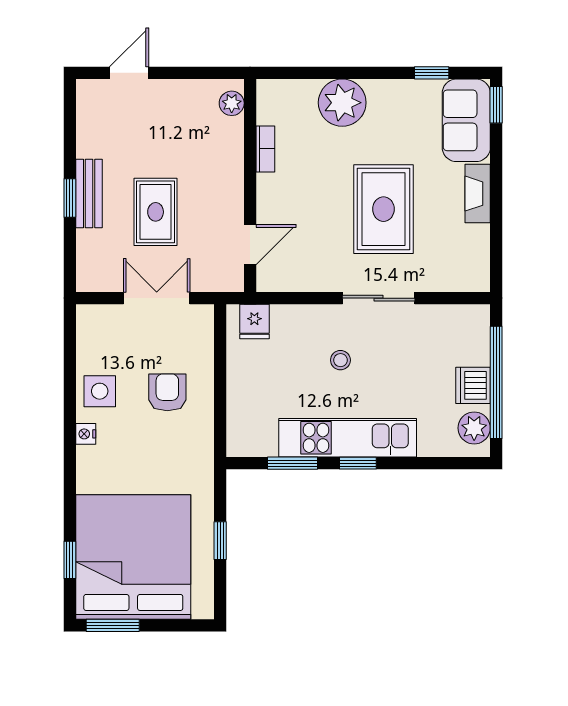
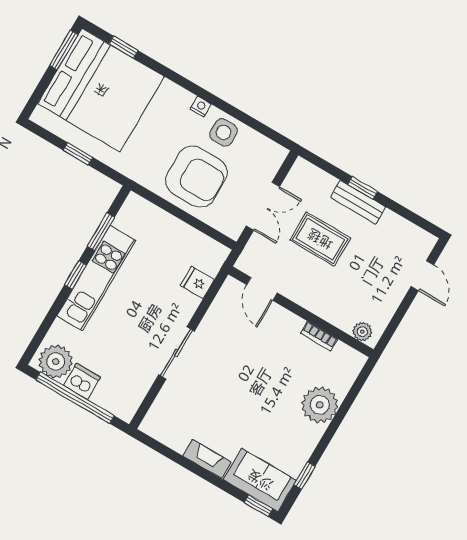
rug: (383, 209) -> (233, 391), removed
fridge: (254, 321) -> (197, 282), moved
stool: (340, 360) -> (150, 304), removed
armchair: (167, 392) -> (196, 177), width x1.88, depth x1.88
plant: (474, 428) -> (56, 362), width x1.36, depth x1.36

